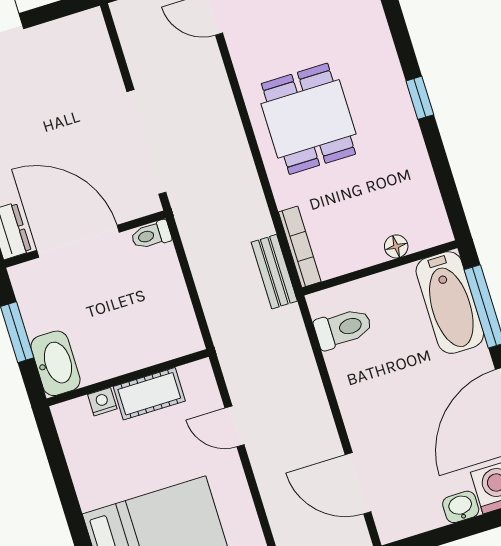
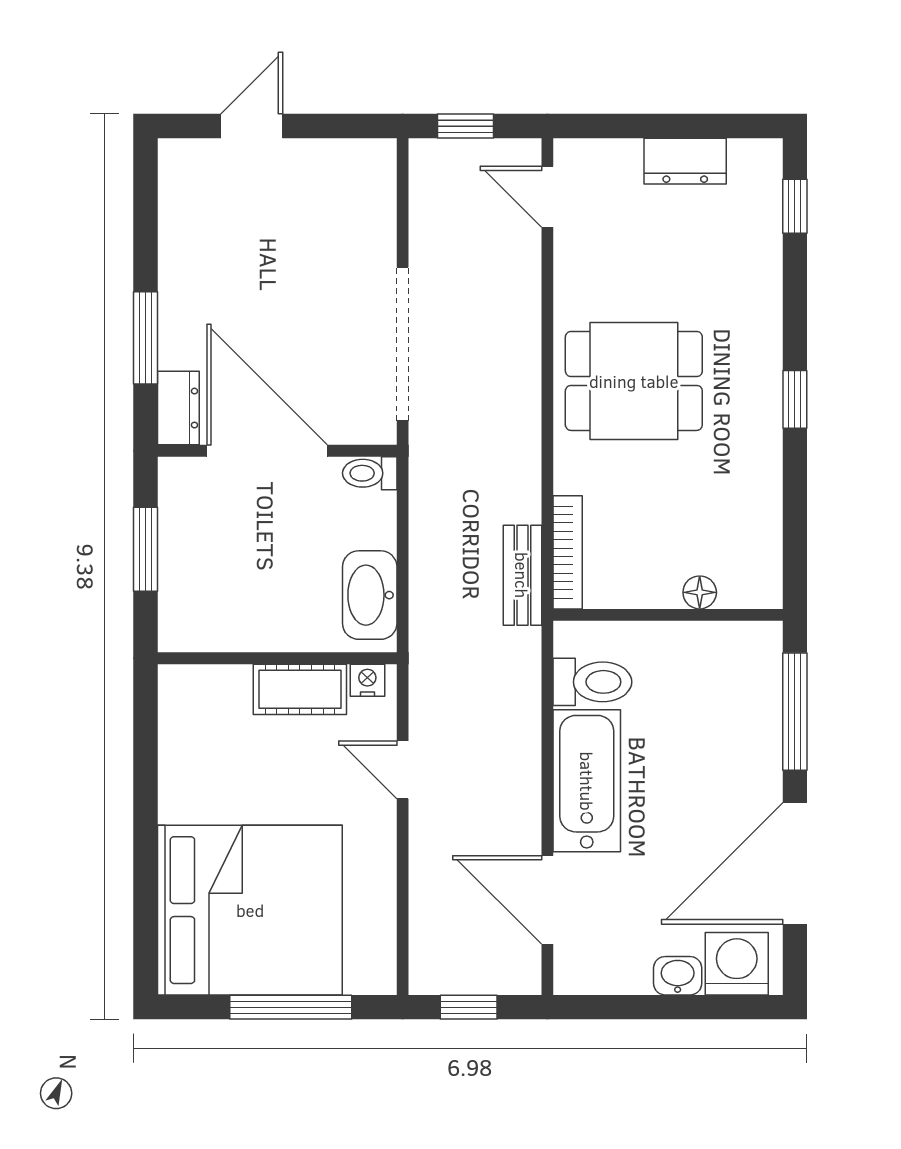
dining table: (308, 119) -> (634, 381), turned 90
bathtub: (450, 303) -> (587, 781), moved, turned 180
washbasin: (55, 363) -> (370, 595), moved, turned 180
nightstand: (102, 402) -> (367, 680), moved

